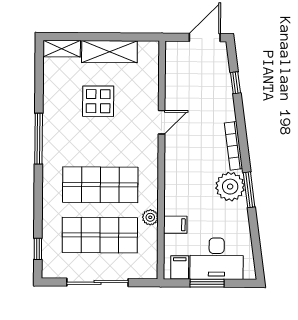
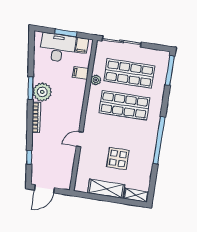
window: (39, 139) -> (159, 140), width x1.46
window: (38, 249) -> (170, 70), width x2.17
sliding door: (97, 282) -> (122, 42), moved

